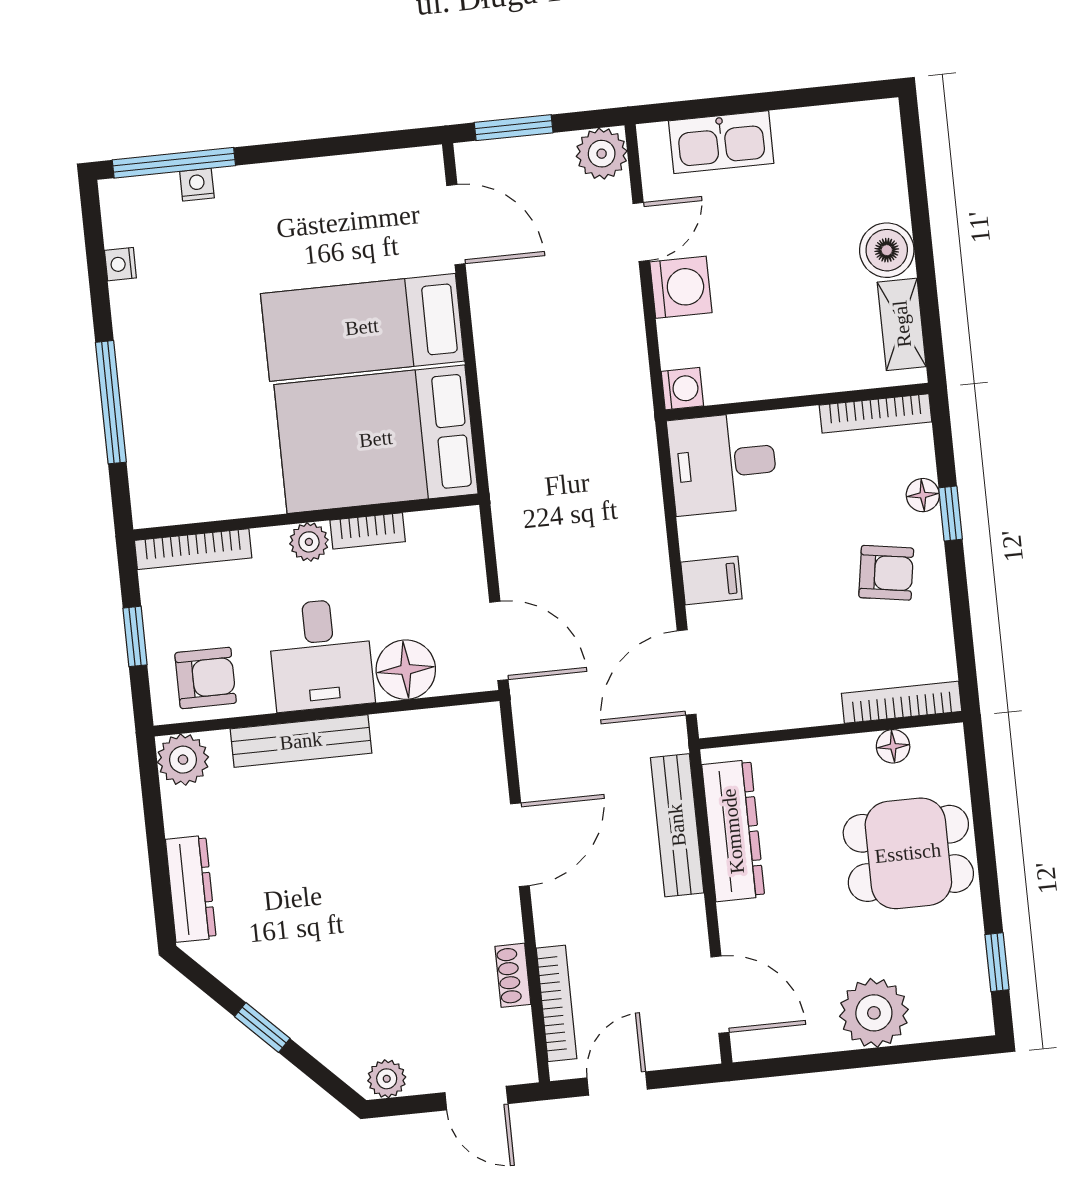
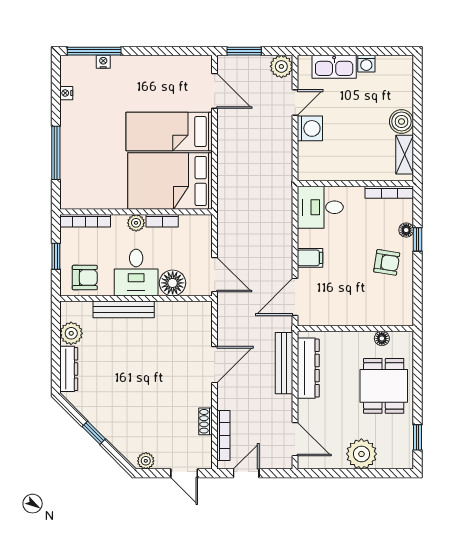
washing machine: (682, 389) -> (366, 64), moved, turned 90
bookcase: (902, 702) -> (388, 320), removed
plant: (183, 760) -> (71, 333), moved
dining table: (908, 853) -> (384, 386), turned 90

